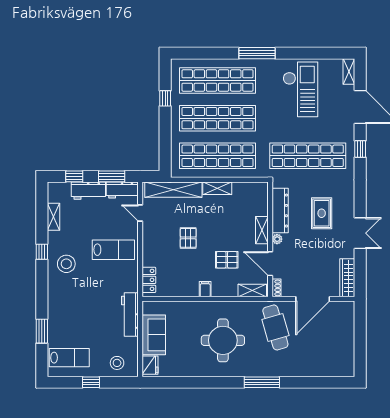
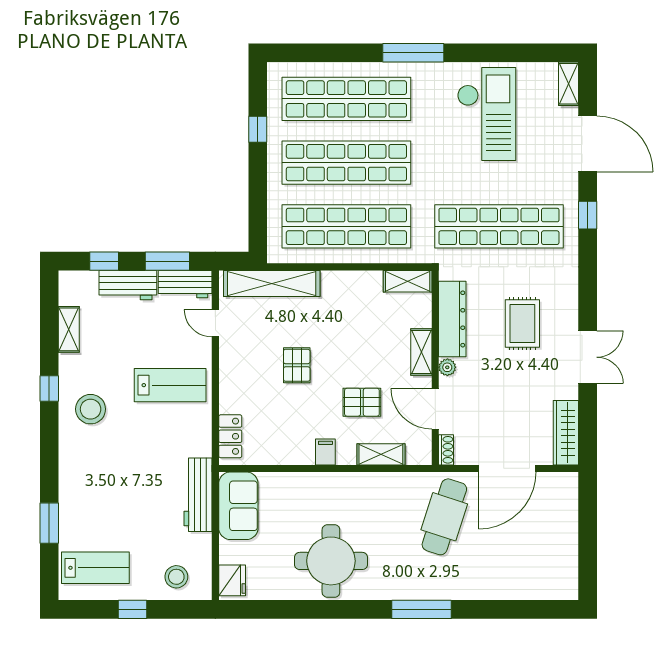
shelving: (217, 188) -> (408, 281), moved
shelving: (252, 291) -> (381, 454), moved
cafe table: (275, 327) -> (444, 517), turned 34
sofa: (154, 335) -> (238, 506), moved
round table: (223, 340) -> (331, 561), moved

